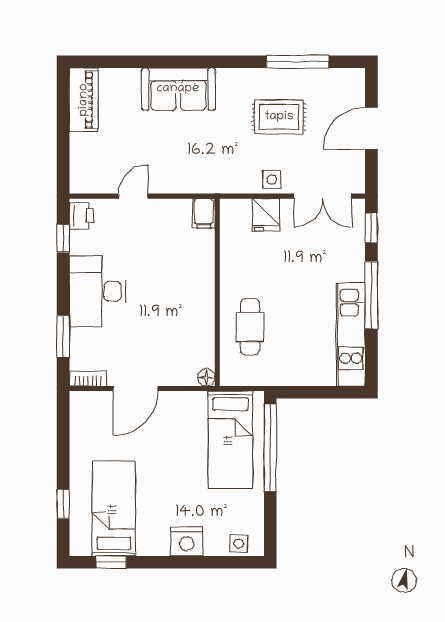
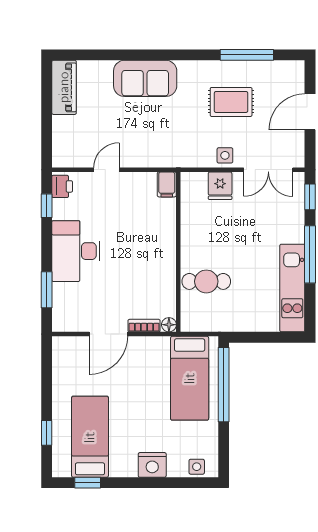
cafe table: (250, 327) -> (206, 281), turned 90
bookcase: (88, 379) -> (144, 326), moved

